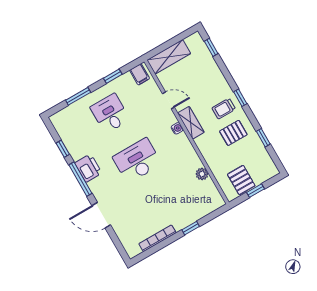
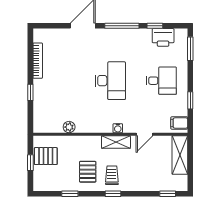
window: (78, 96) -> (190, 49), moved
printer: (88, 168) -> (163, 37), moved

